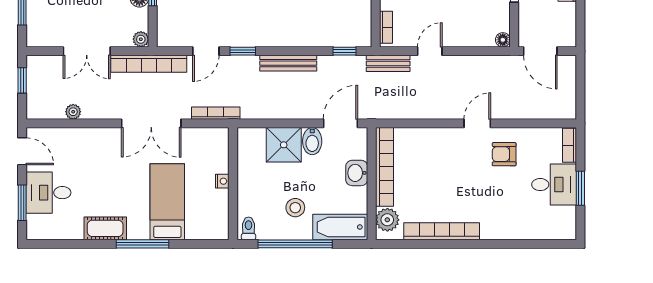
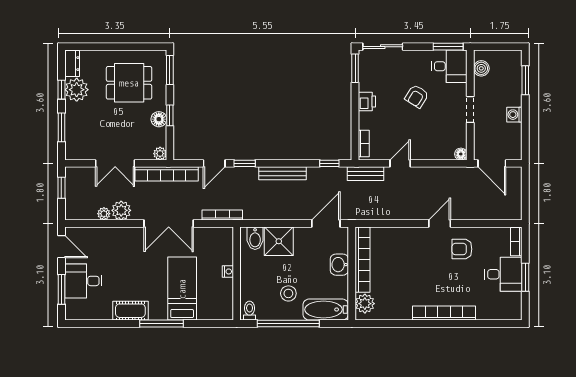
plant: (94, 108) -> (121, 210), added
bidet: (312, 141) -> (255, 238), moved
bookcase: (442, 231) -> (444, 313), moved

